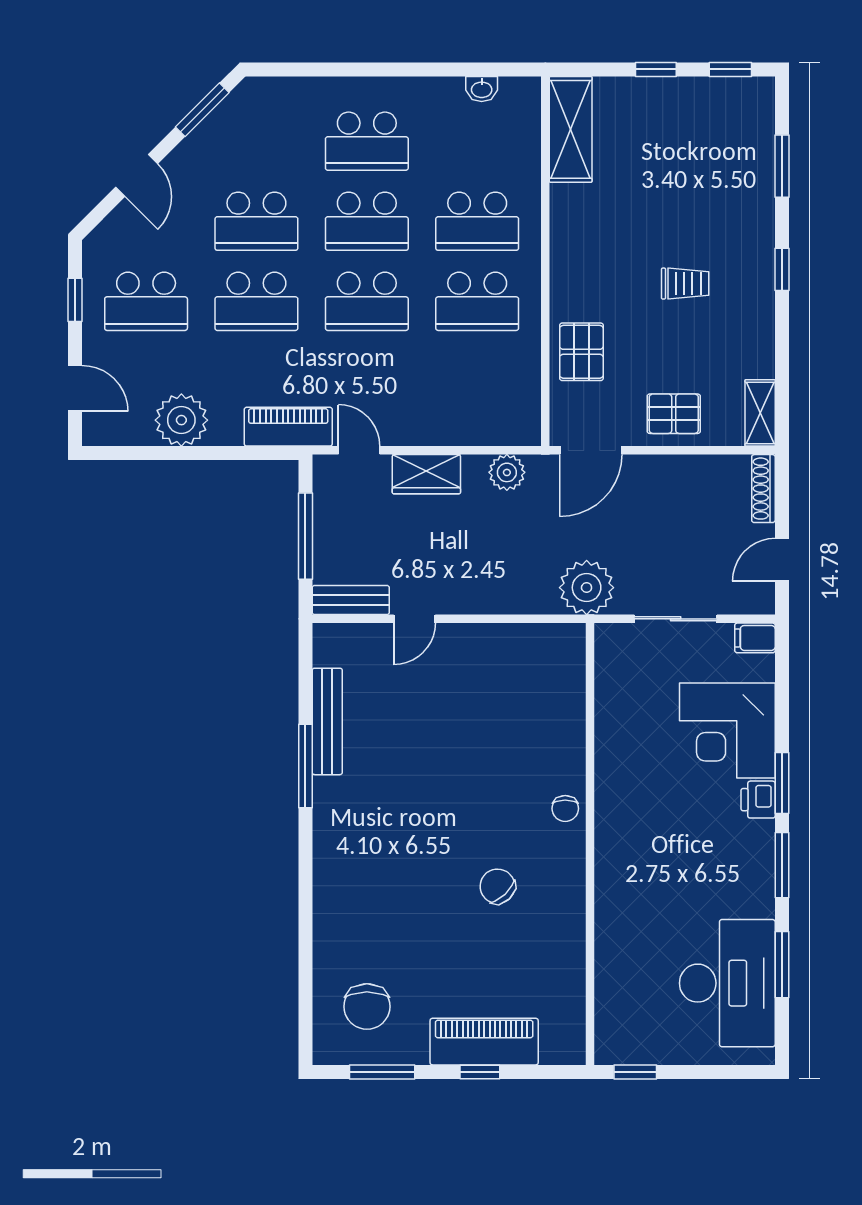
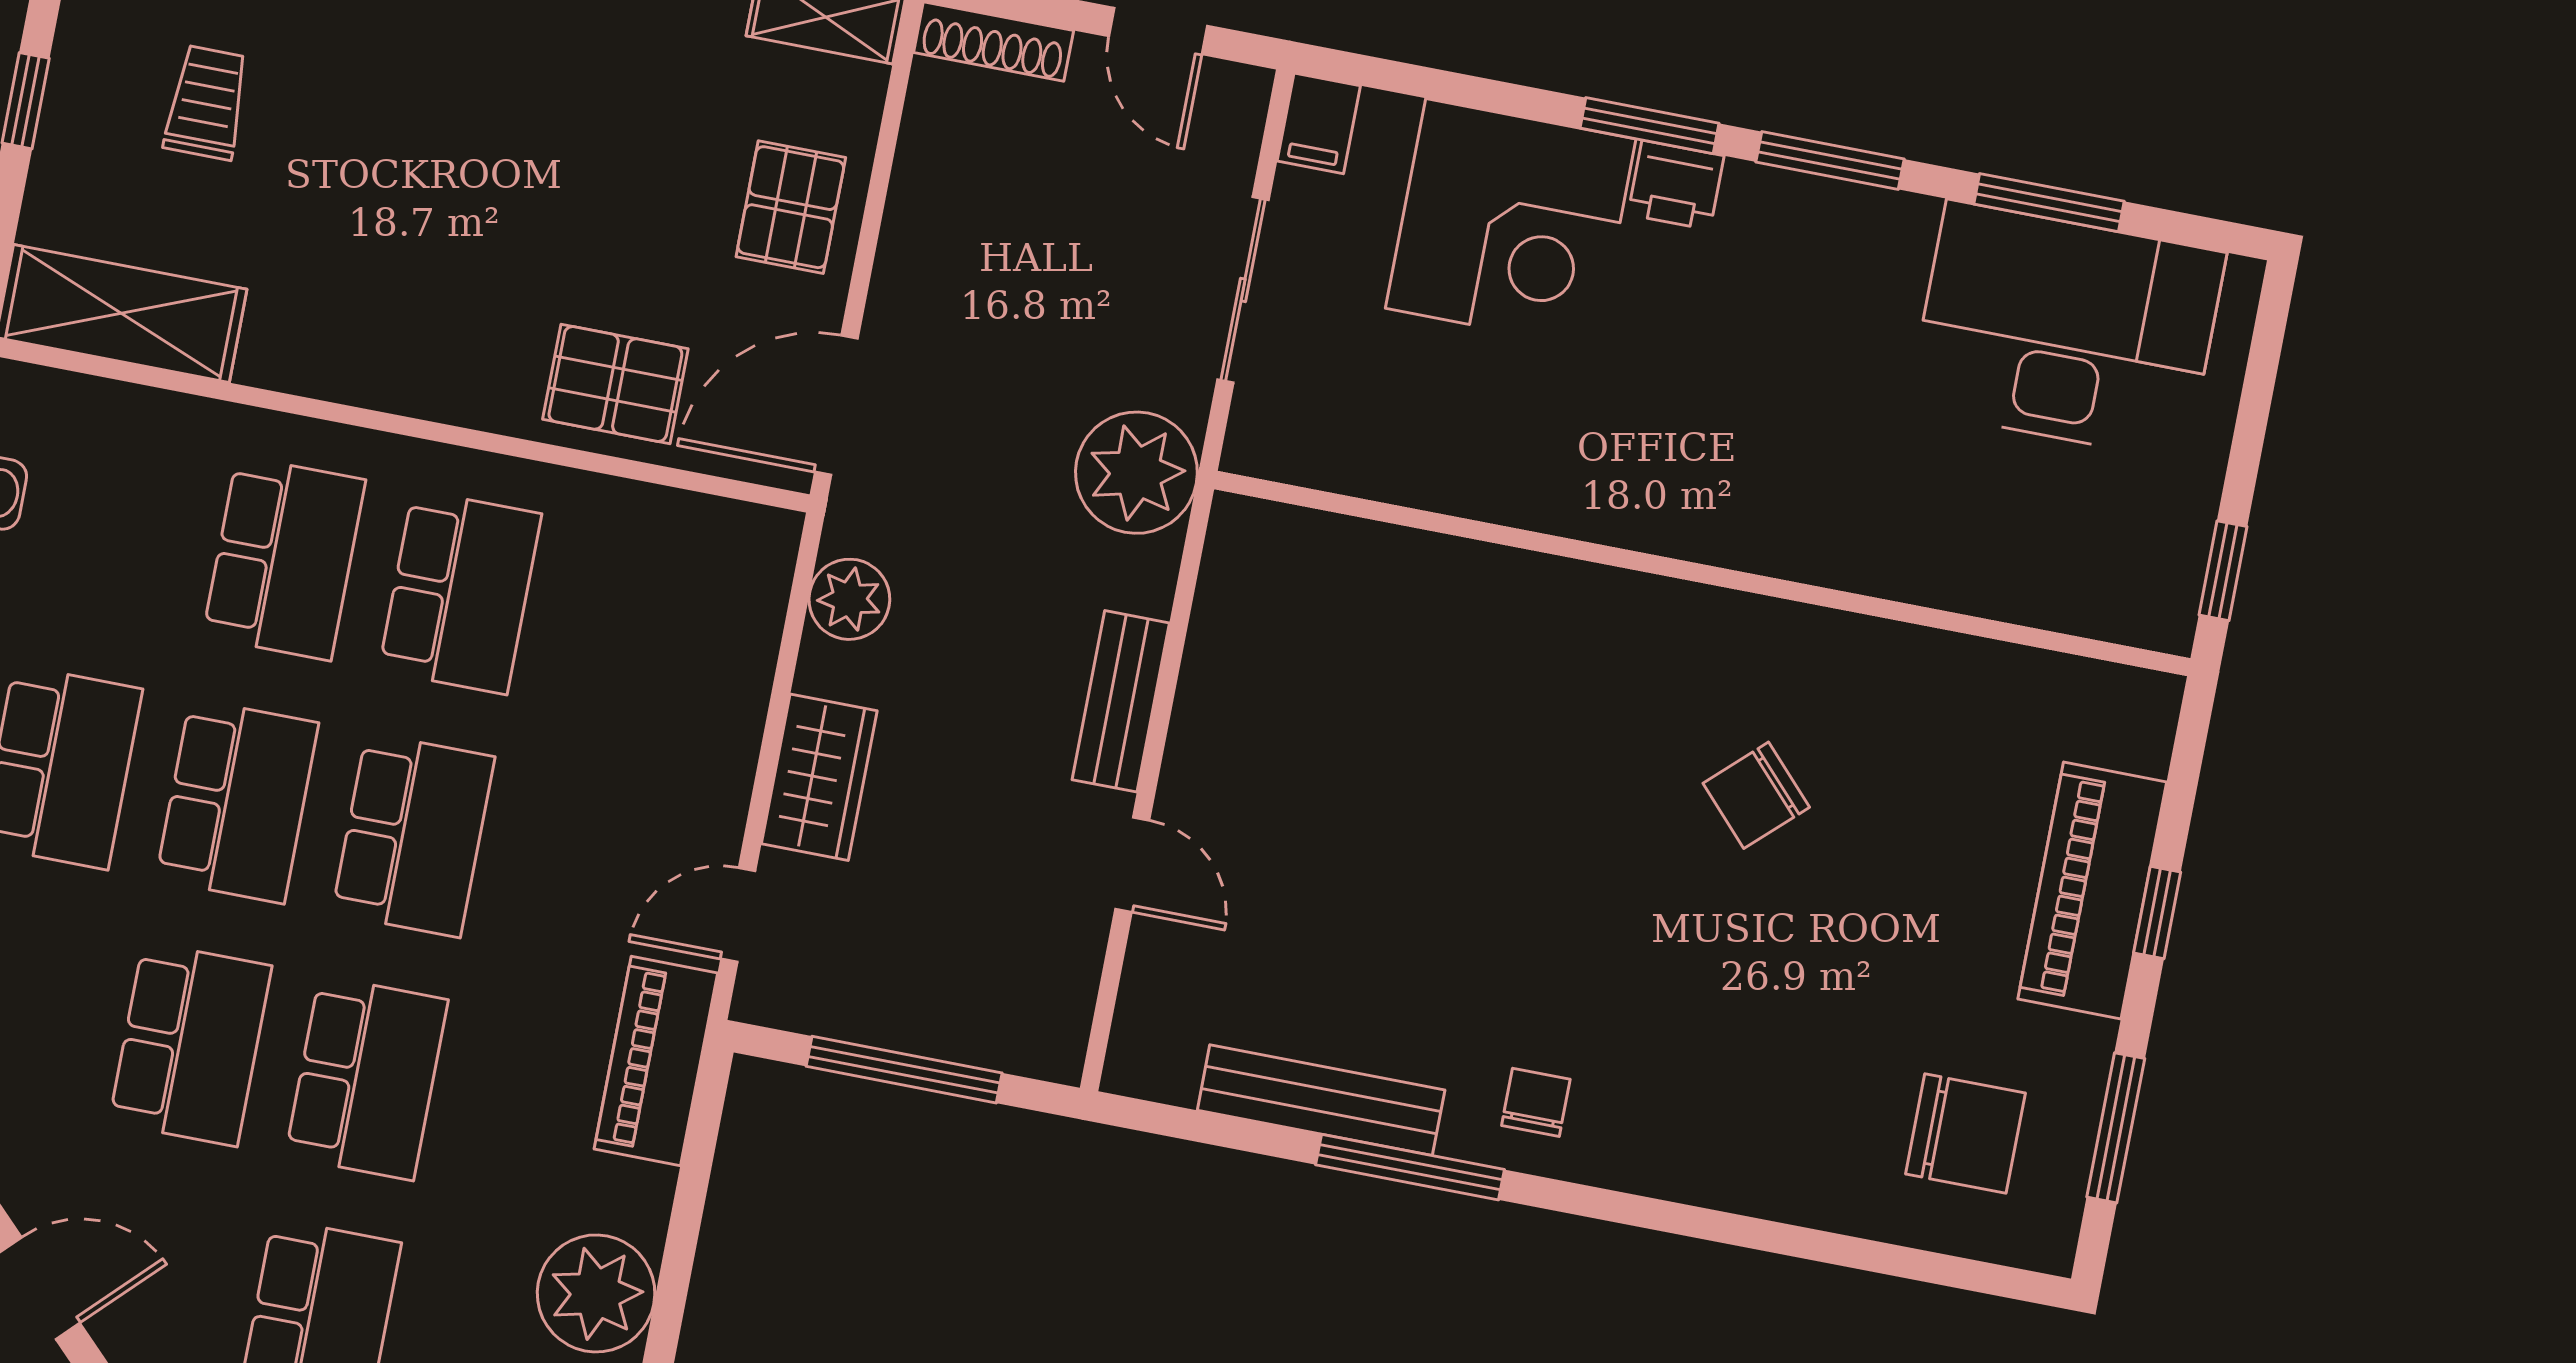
trolley: (685, 284) -> (207, 103), moved
door: (591, 450) -> (836, 405), swing flipped
bench: (351, 600) -> (1121, 701), moved
chair: (565, 809) -> (1536, 1102), moved, turned -90

